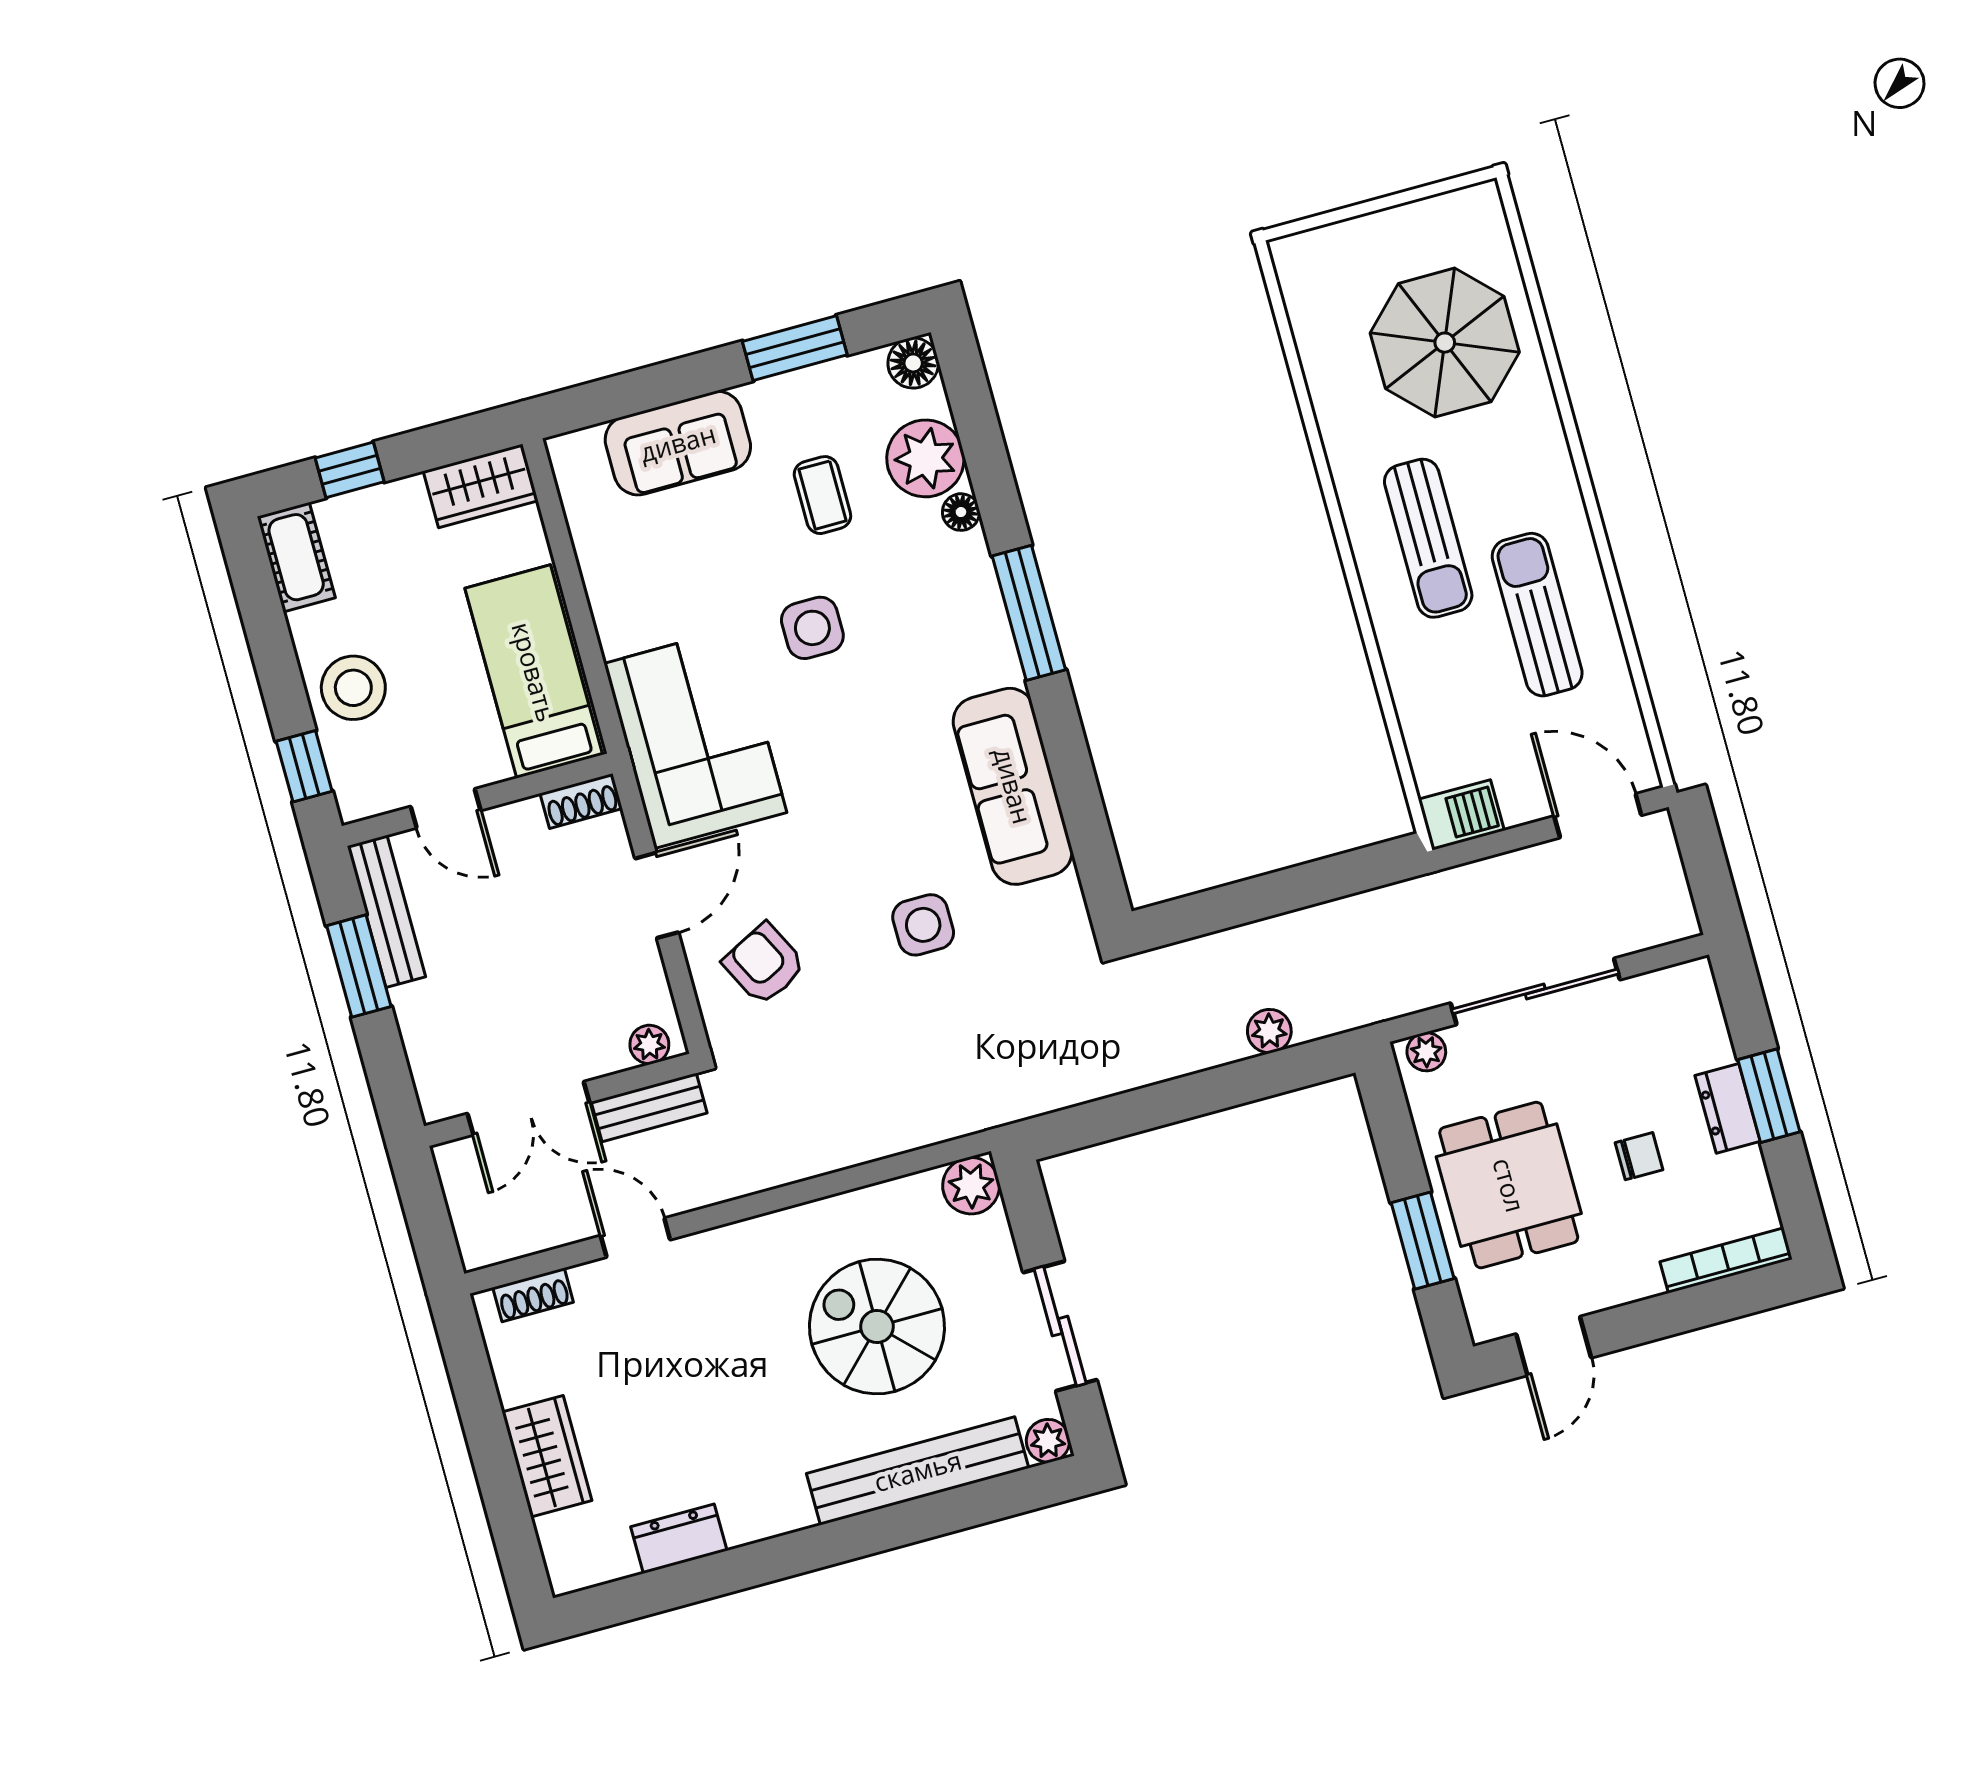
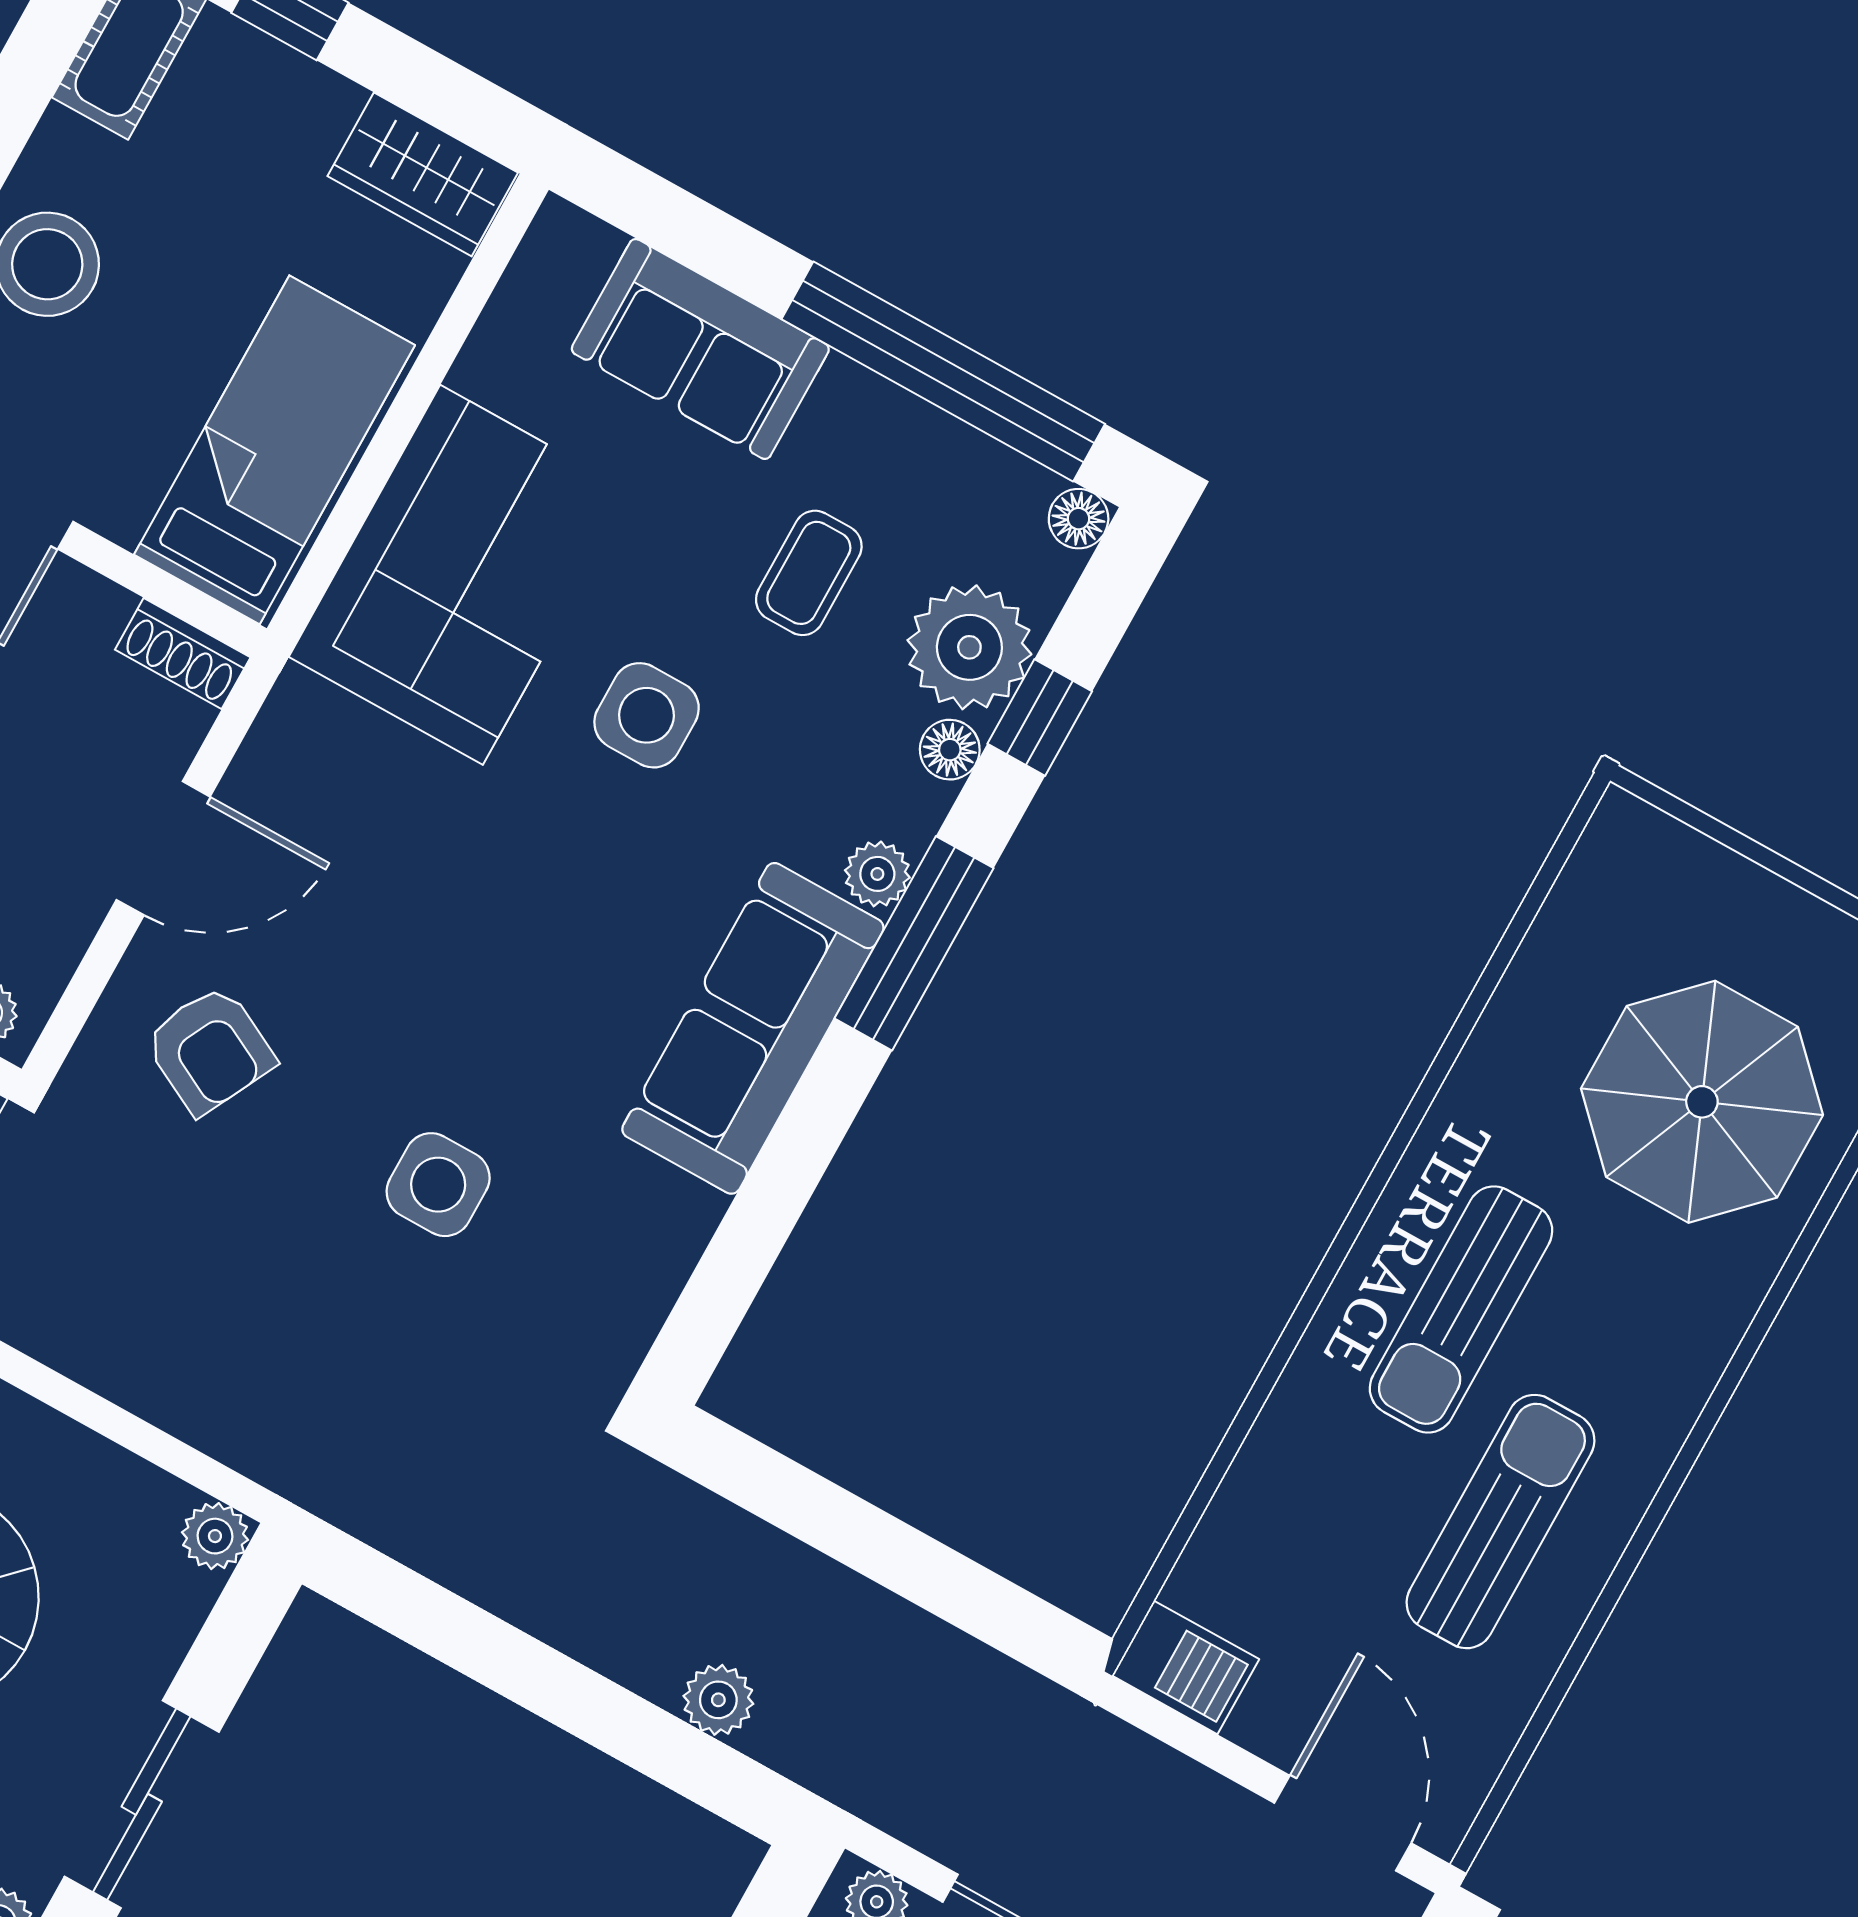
window: (795, 348) -> (943, 371), width x2.11
floor lamp: (913, 363) -> (1079, 519), width x0.73, depth x0.73
window: (987, 459) -> (1040, 718), added
plant: (983, 598) -> (877, 874), added
corner sofa: (695, 738) -> (462, 575), moved
sofa: (1013, 786) -> (753, 1028), moved
armchair: (764, 964) -> (210, 1050), turned 144
plant: (971, 1186) -> (215, 1536), width x0.73, depth x0.73

